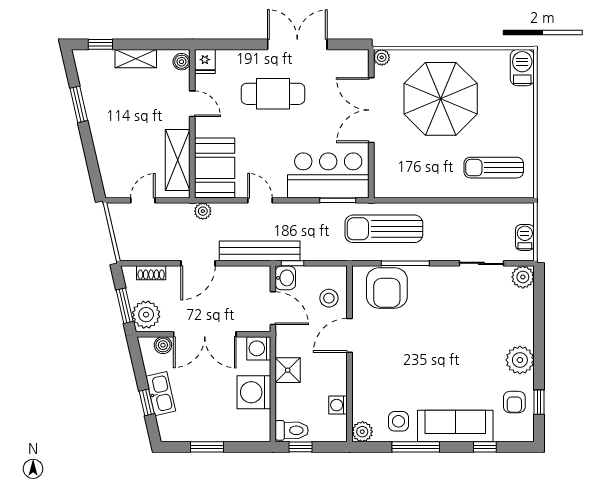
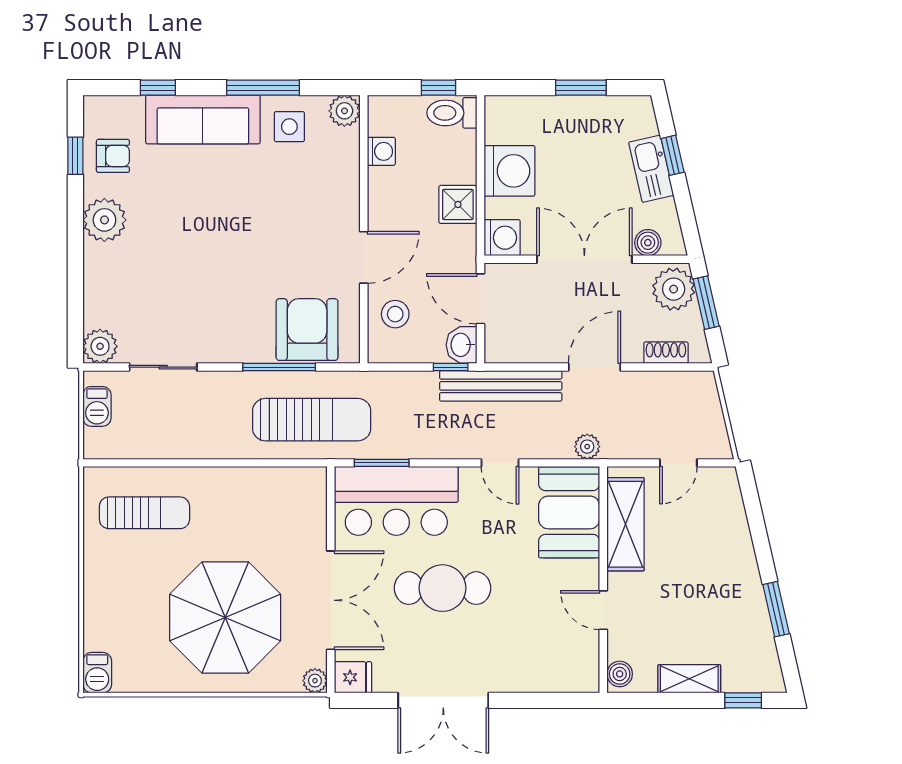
fridge: (205, 62) -> (353, 677), moved, turned 90
barbecue: (522, 68) -> (97, 673), width x0.73, depth x0.79
cafe table: (273, 94) -> (442, 588), moved
armchair: (514, 402) -> (113, 156), turned 90

